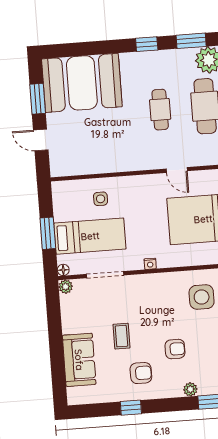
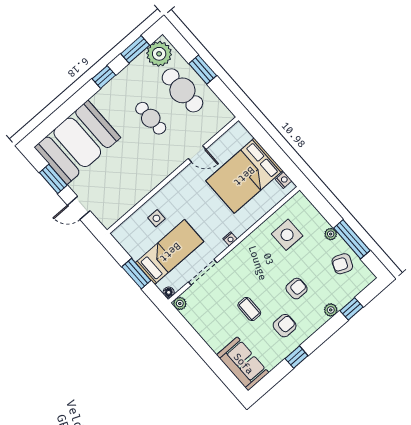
sofa: (79, 360) -> (243, 364), moved

